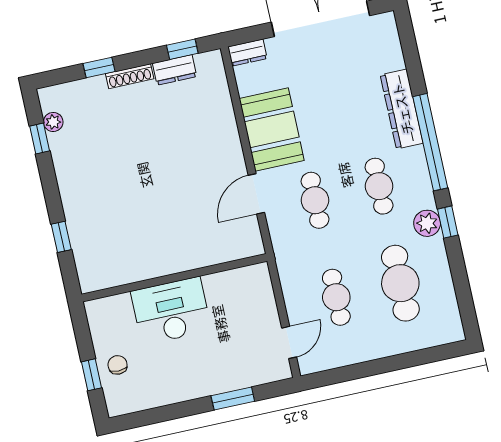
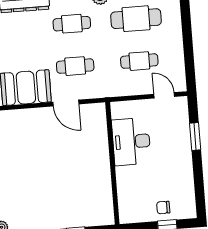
desk: (171, 311) -> (131, 142), moved

